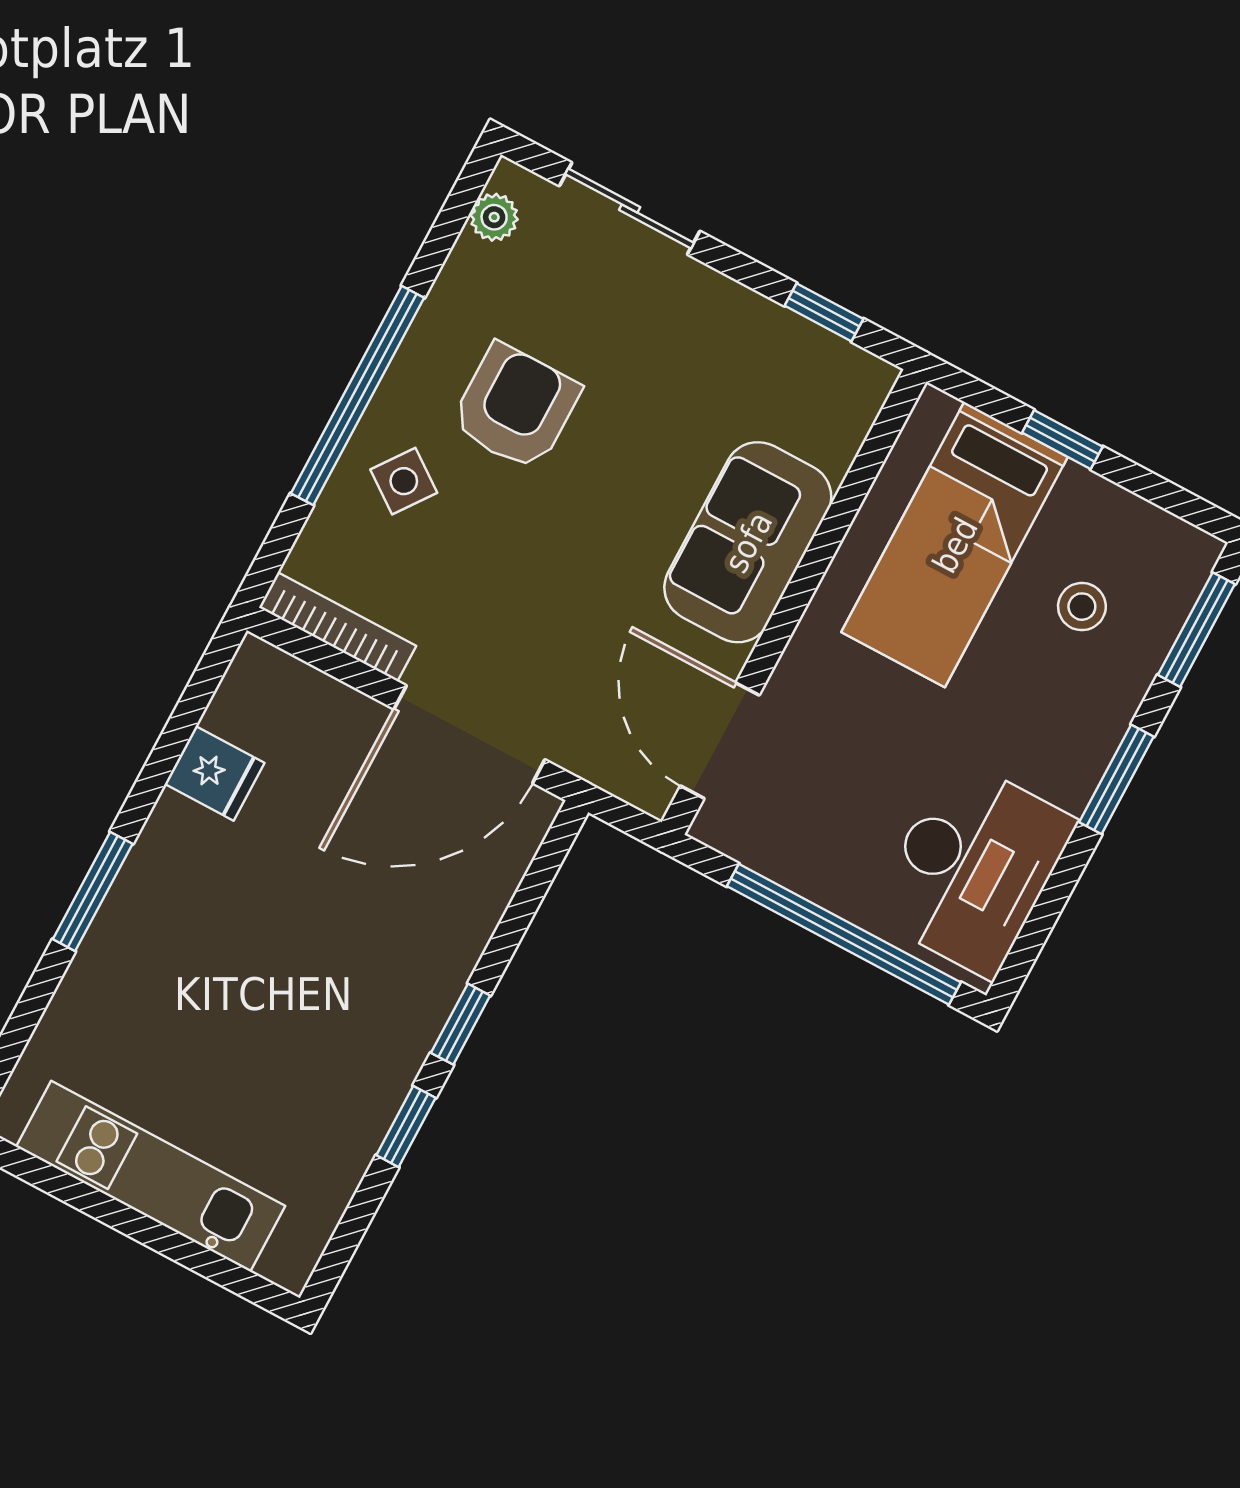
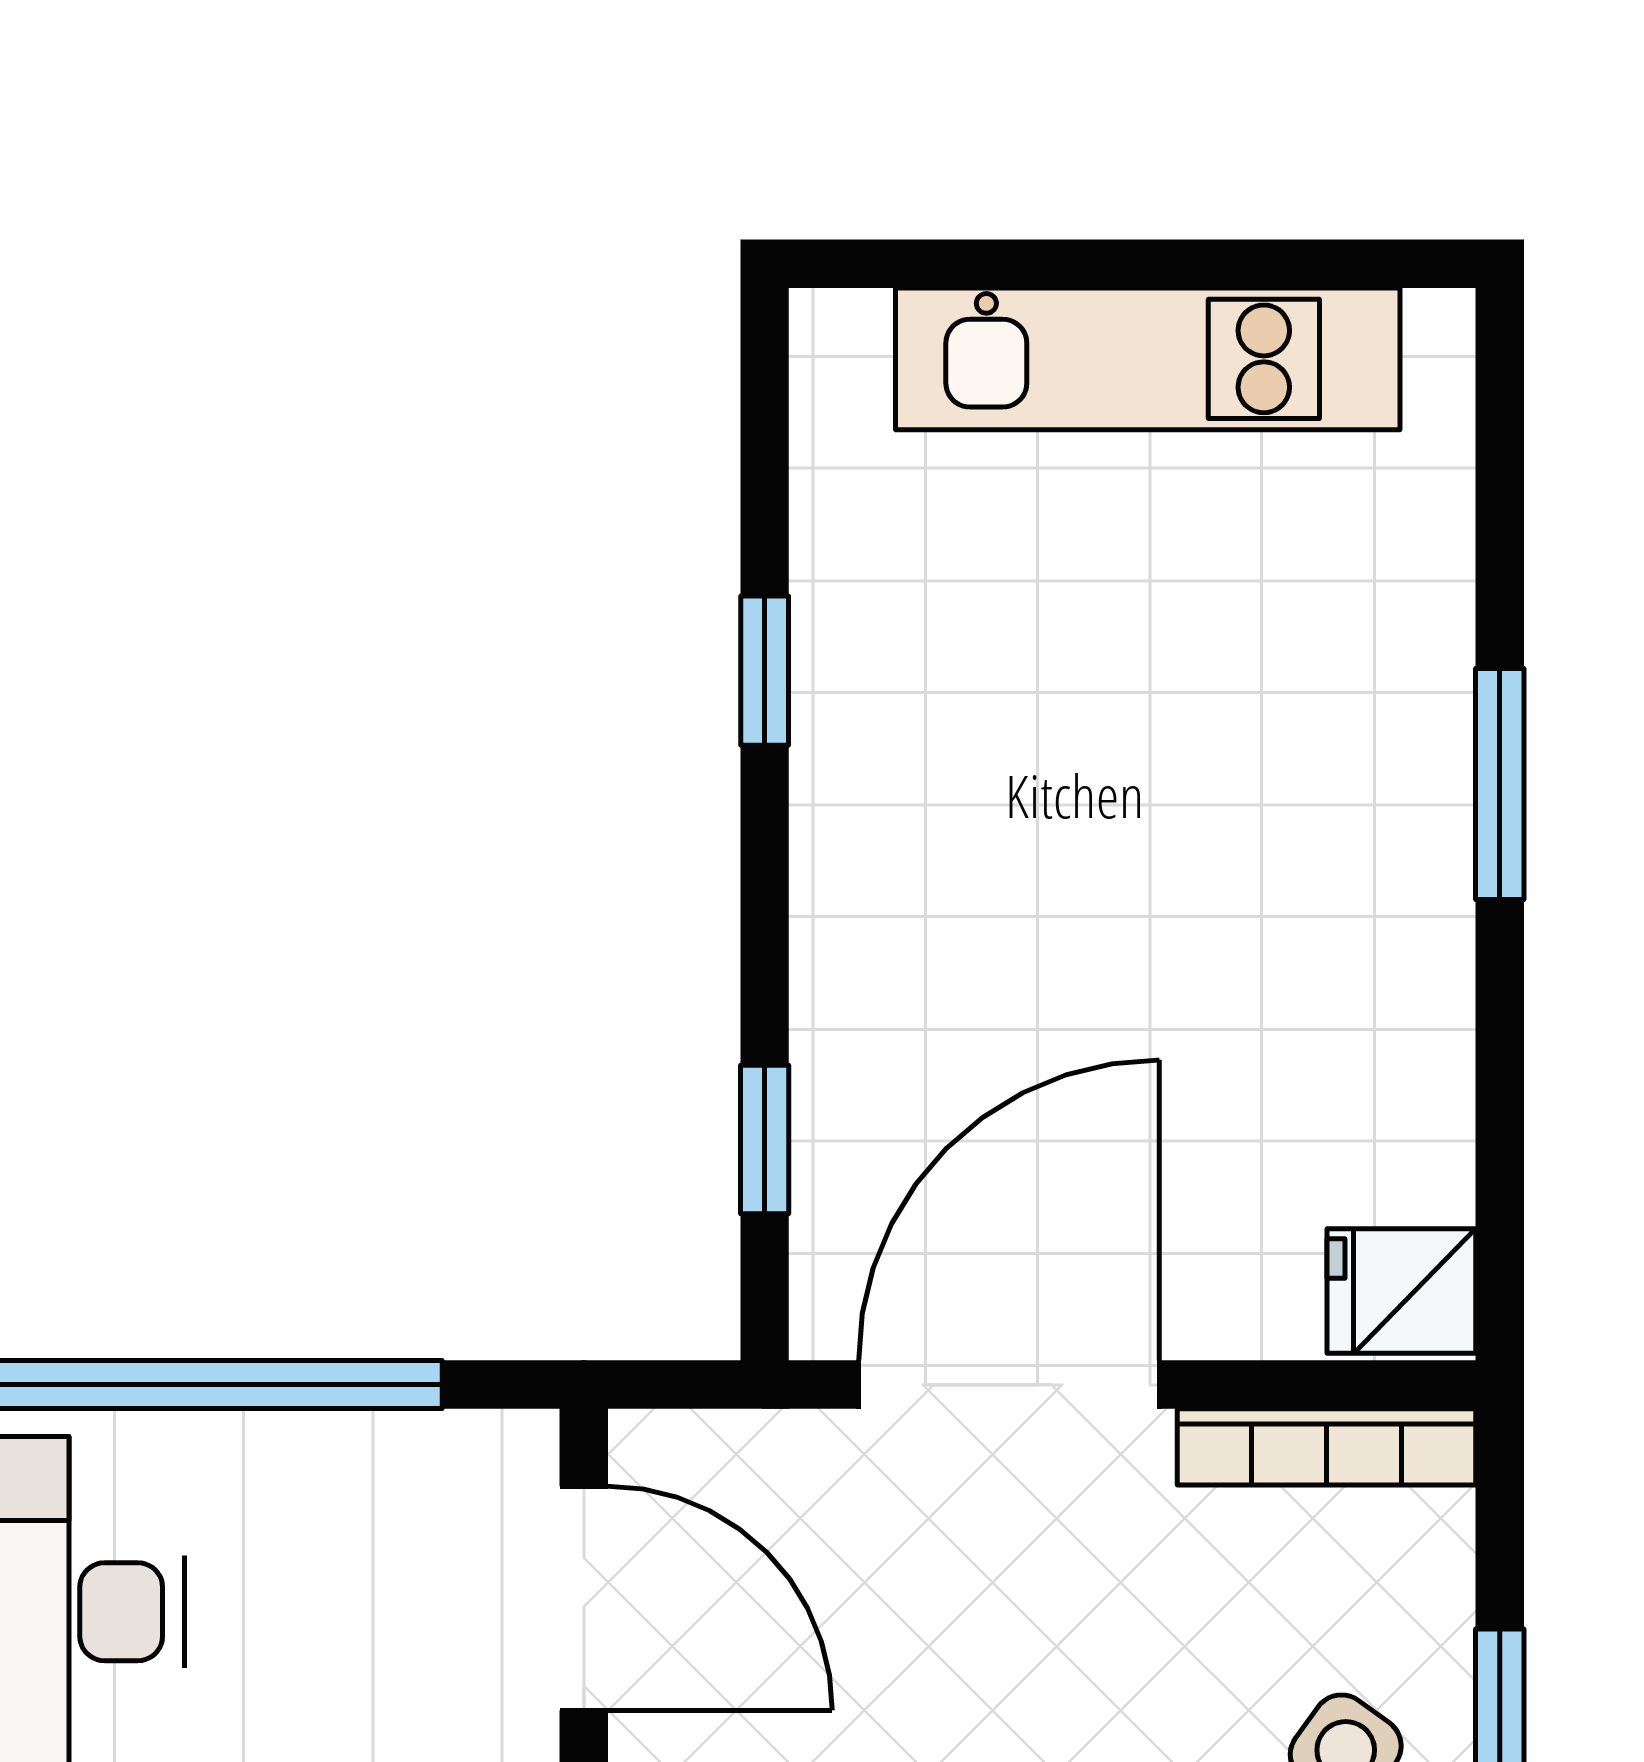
fridge: (215, 773) -> (1401, 1291), moved
window: (461, 1024) -> (765, 1139), moved

